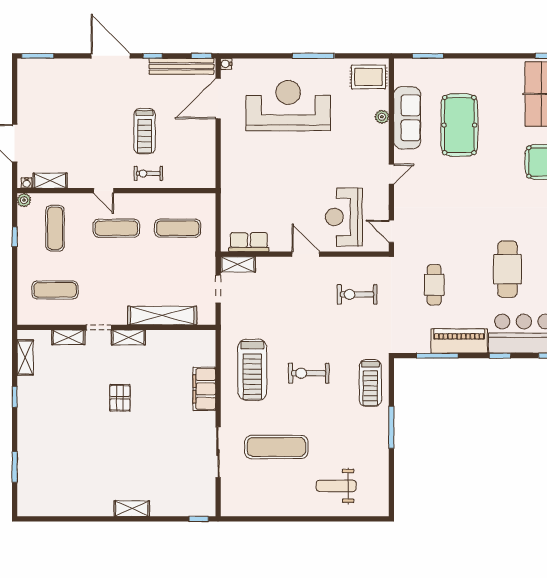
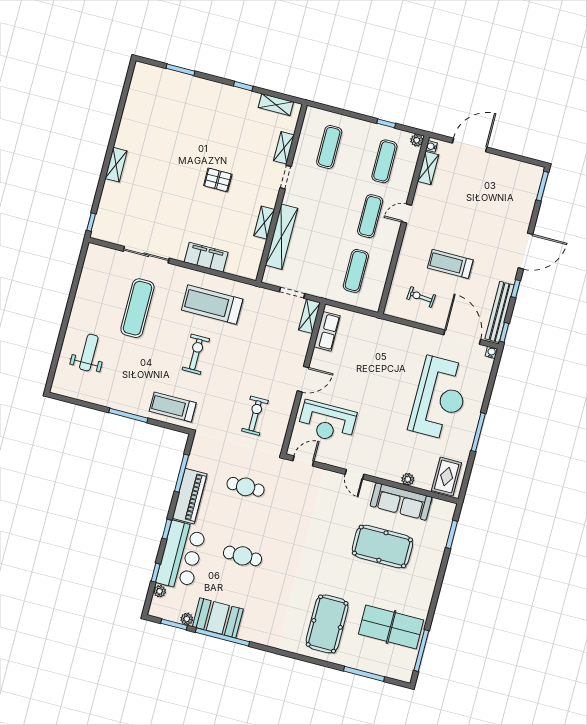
exercise bike: (148, 173) -> (421, 297), moved, turned -85
reception desk: (344, 217) -> (327, 422), turned 180
exercise mat: (55, 228) -> (384, 161), turned 90
cafe table: (507, 269) -> (243, 556), width x0.73, depth x0.74
shelving: (128, 337) -> (264, 223), moved

